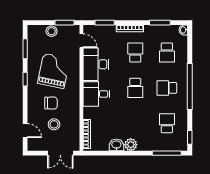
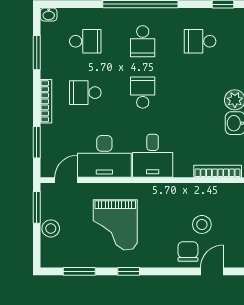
grand piano: (54, 71) -> (115, 225), turned -102
school desk: (135, 88) -> (143, 93), turned -90
chair: (51, 103) -> (188, 252), moved

